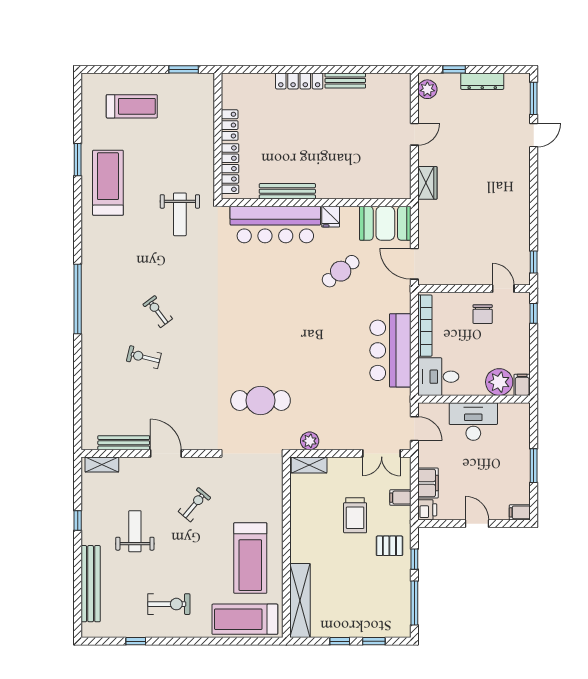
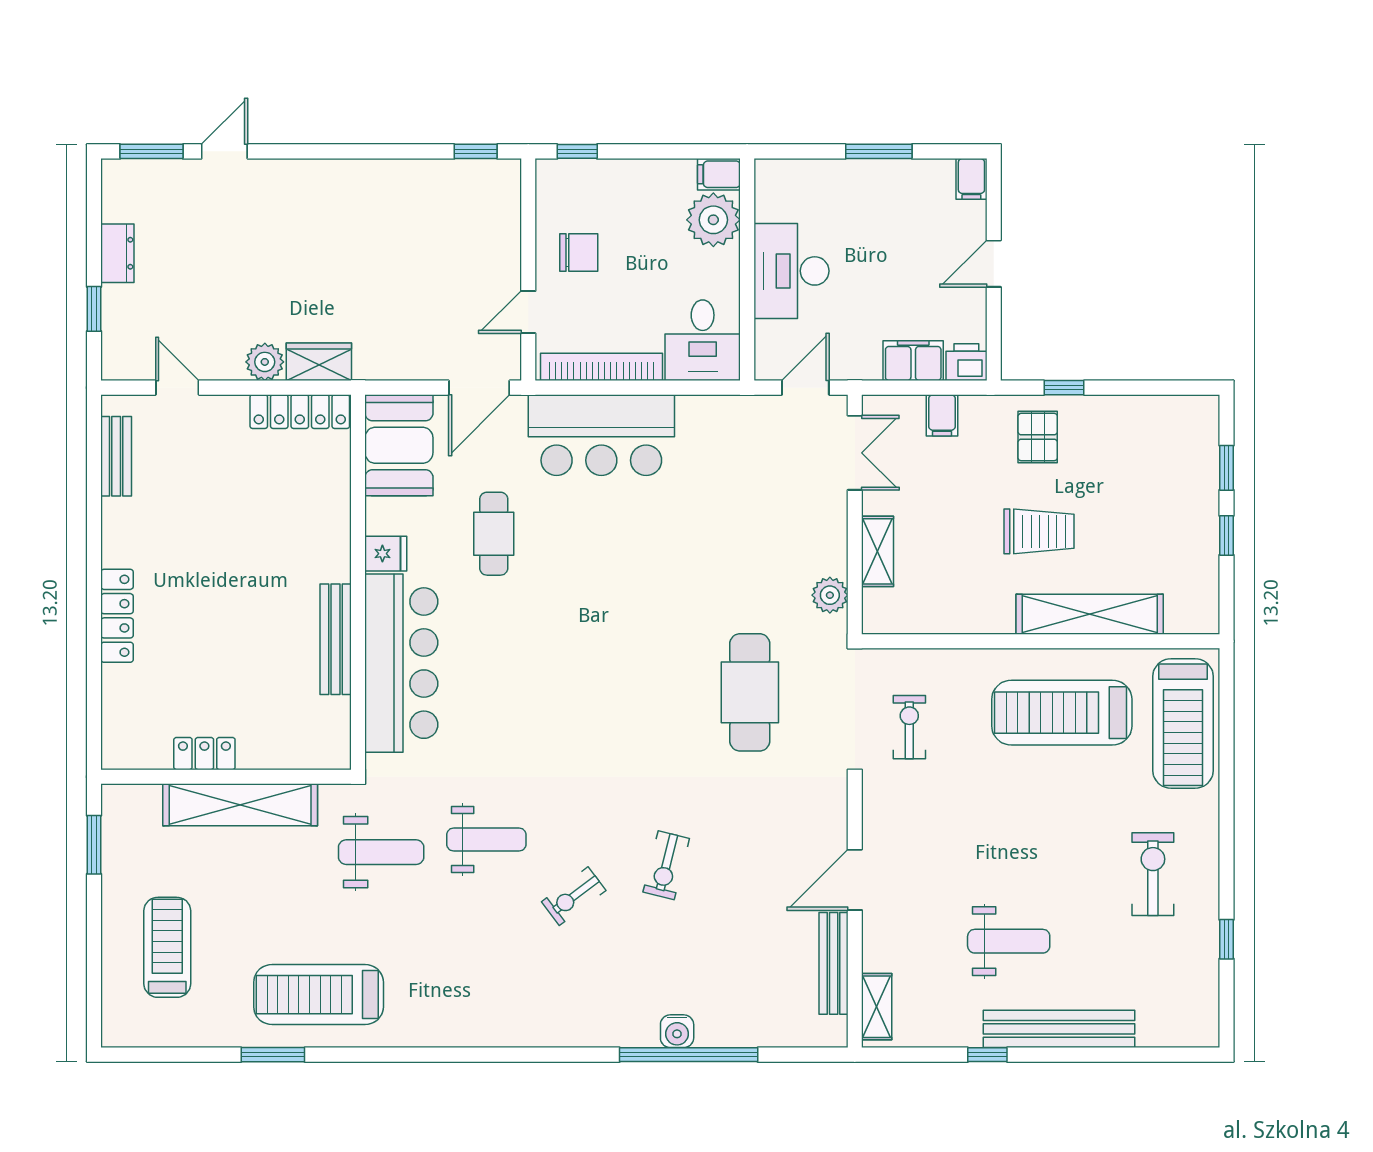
bench: (345, 81) -> (116, 456), moved
dresser: (482, 81) -> (117, 253), width x0.70
plant: (427, 89) -> (265, 362), moved
door: (414, 134) -> (177, 388), moved
door: (534, 135) -> (224, 151), hinge flipped
shelving: (204, 143) -> (240, 805), added
locker: (230, 169) -> (300, 412), moved, turned 180
weight bench: (186, 267) -> (486, 840), added
cafe table: (341, 271) -> (494, 534), turned 38
door: (503, 289) -> (528, 312), moved
window: (78, 299) -> (689, 1055), moved
bar counter: (390, 350) -> (601, 435), moved
exercise bike: (144, 357) -> (666, 865), moved
water cooler: (89, 364) -> (677, 1031), added
shelving: (309, 465) -> (878, 551), moved
exercise bike: (194, 505) -> (909, 727), moved, turned 50
trolley: (355, 515) -> (1039, 531), moved
weight bench: (135, 531) -> (1009, 941), turned 180
treadmill: (250, 558) -> (1062, 713), turned 180
bench: (91, 584) -> (1059, 1029), moved
shelving: (300, 601) -> (1090, 614), moved
window: (414, 603) -> (1151, 388), removed

